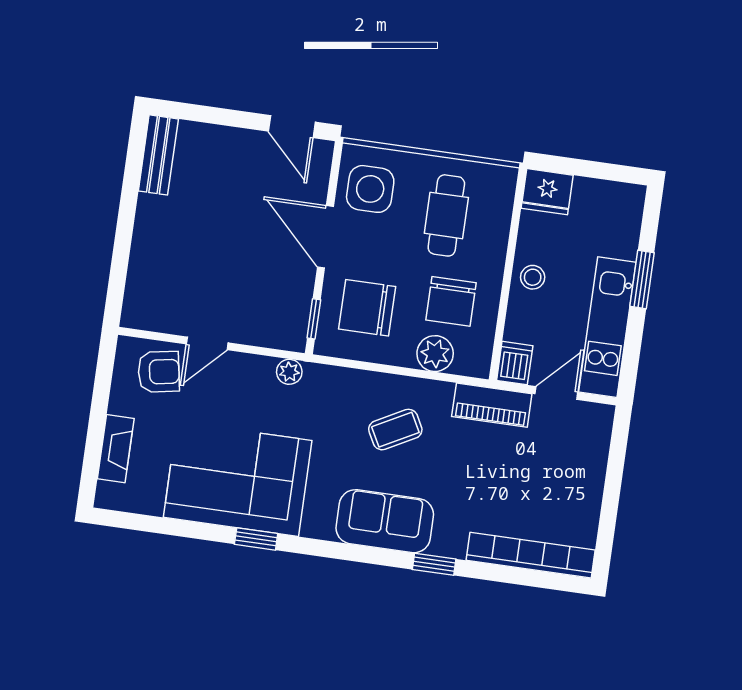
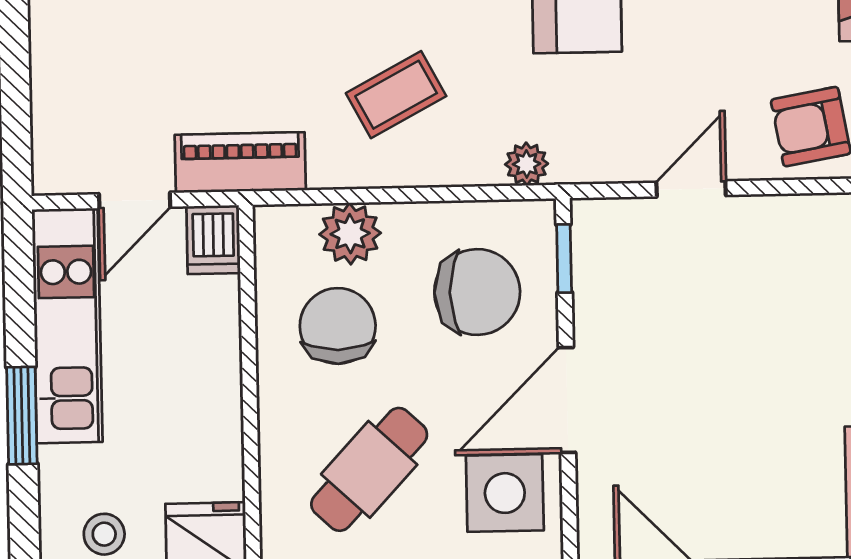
cafe table: (446, 215) -> (369, 469), turned 43
door: (325, 237) -> (567, 400), swing flipped
stool: (533, 277) -> (104, 534), moved
door: (207, 343) -> (691, 189), moved
plant: (289, 372) -> (527, 164), moved

